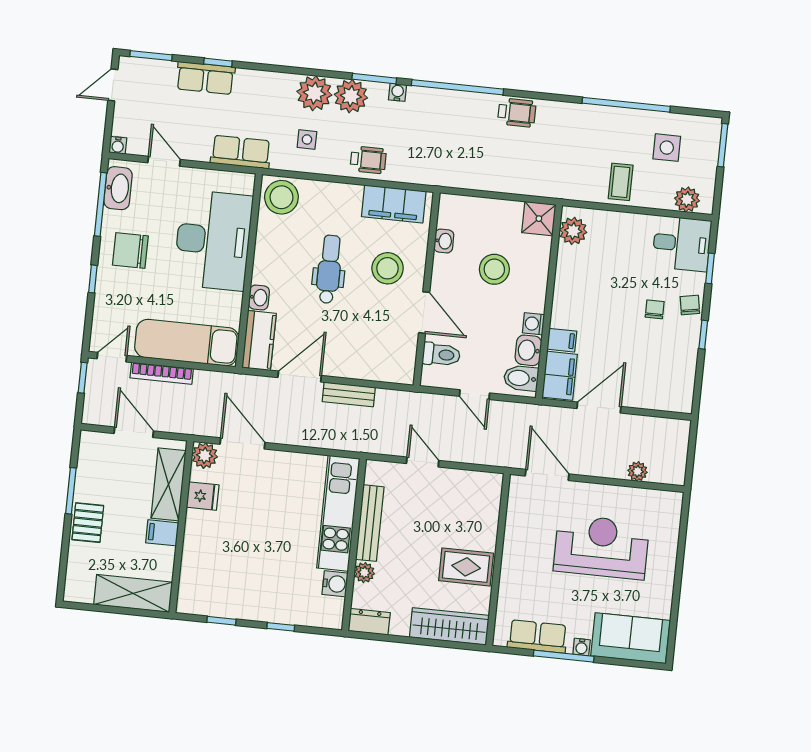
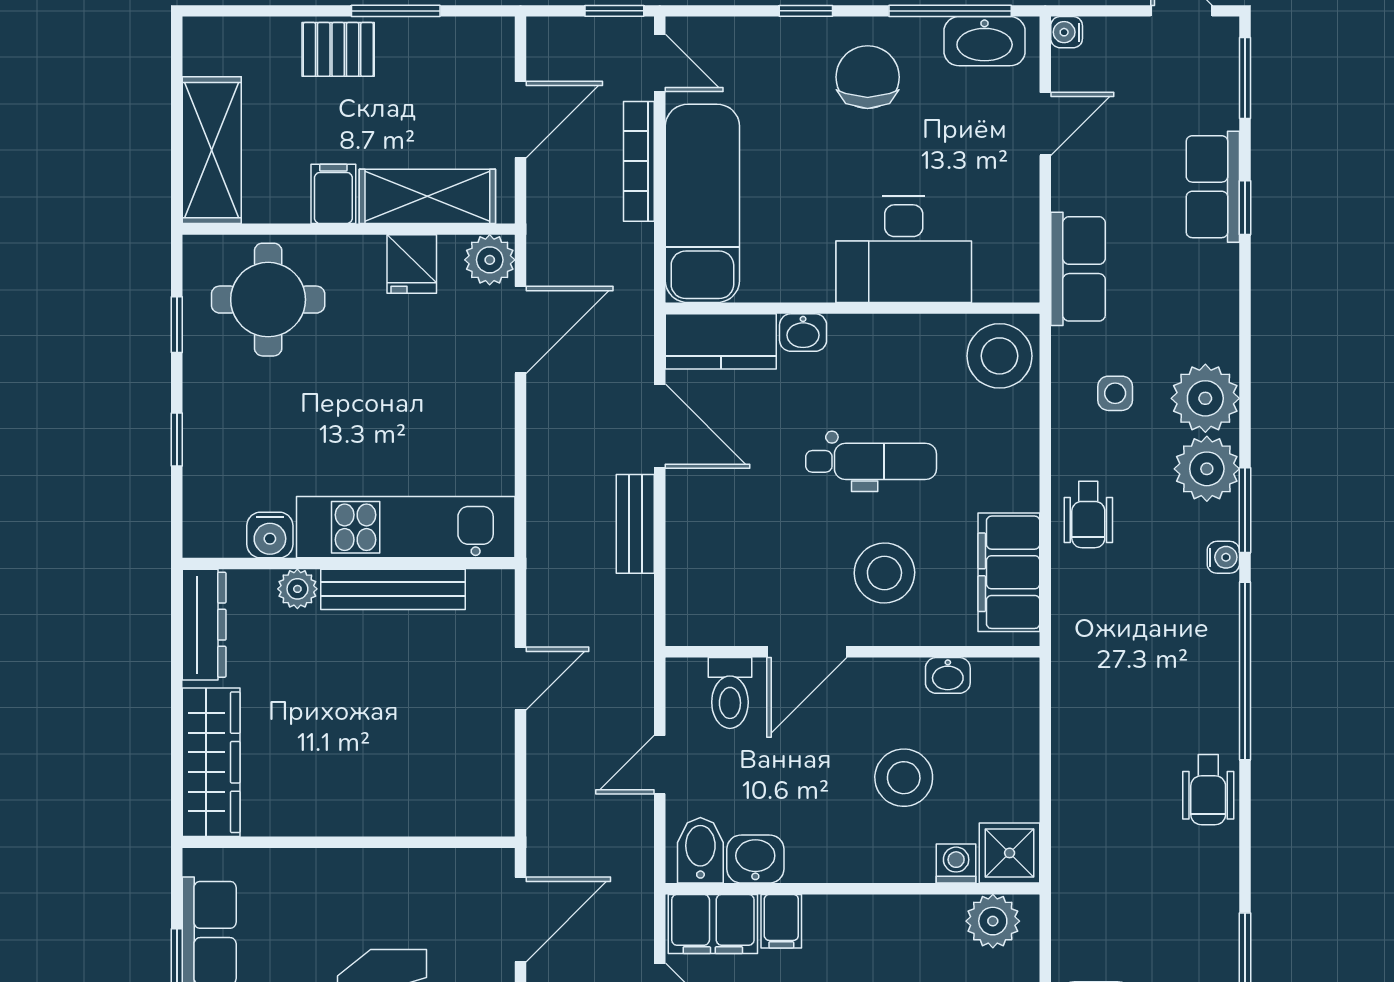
desk: (213, 240) -> (904, 249), width x0.73, depth x0.77
washing machine: (533, 324) -> (956, 863), moved
rug: (466, 567) -> (328, 782), removed
round table: (213, 572) -> (268, 300), added
dresser: (369, 622) -> (204, 625), width x1.44

